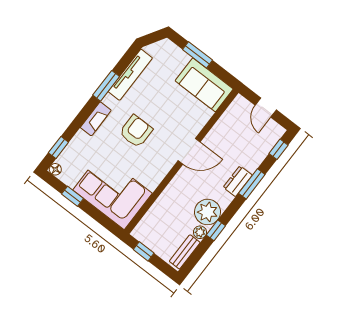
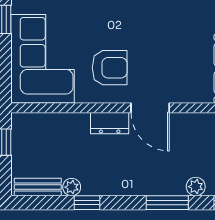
armchair: (136, 131) -> (110, 68), moved
dresser: (238, 181) -> (110, 123), moved, turned 180
plant: (208, 212) -> (196, 187), moved, width x0.53, depth x0.53

